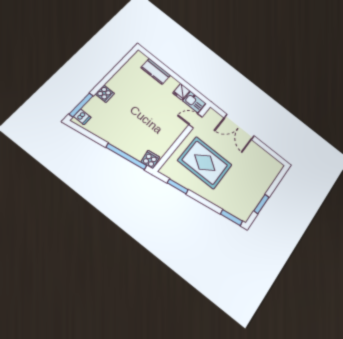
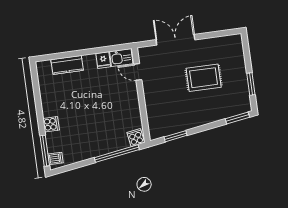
door: (196, 121) -> (138, 72), hinge flipped
double door: (239, 127) -> (175, 40), swing flipped
rug: (205, 163) -> (204, 78), moved, width x0.73, depth x0.69

